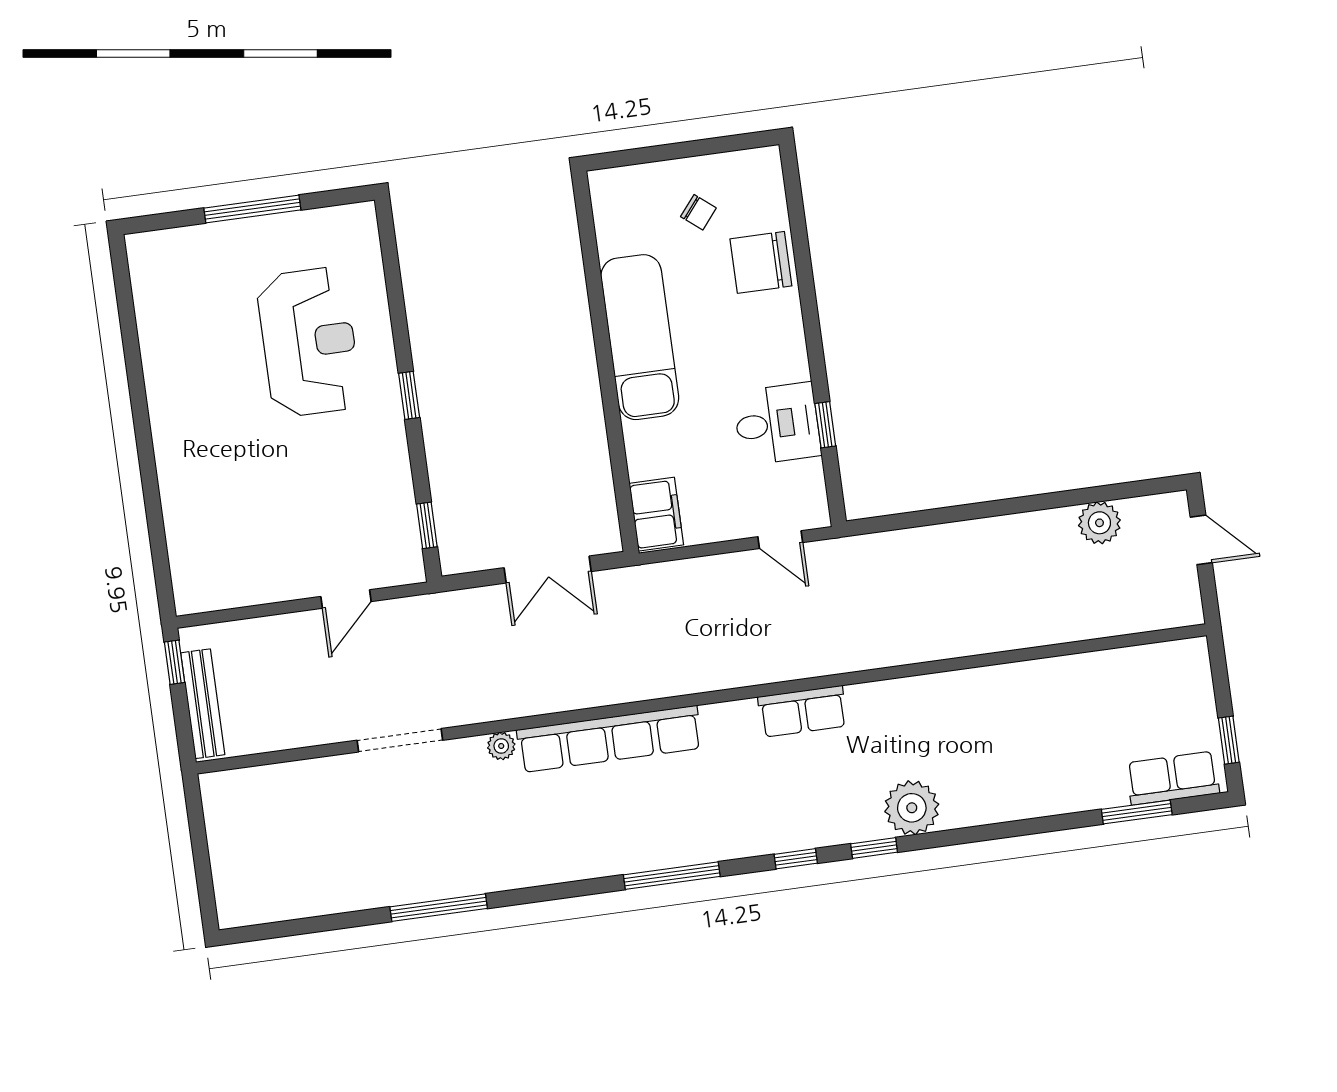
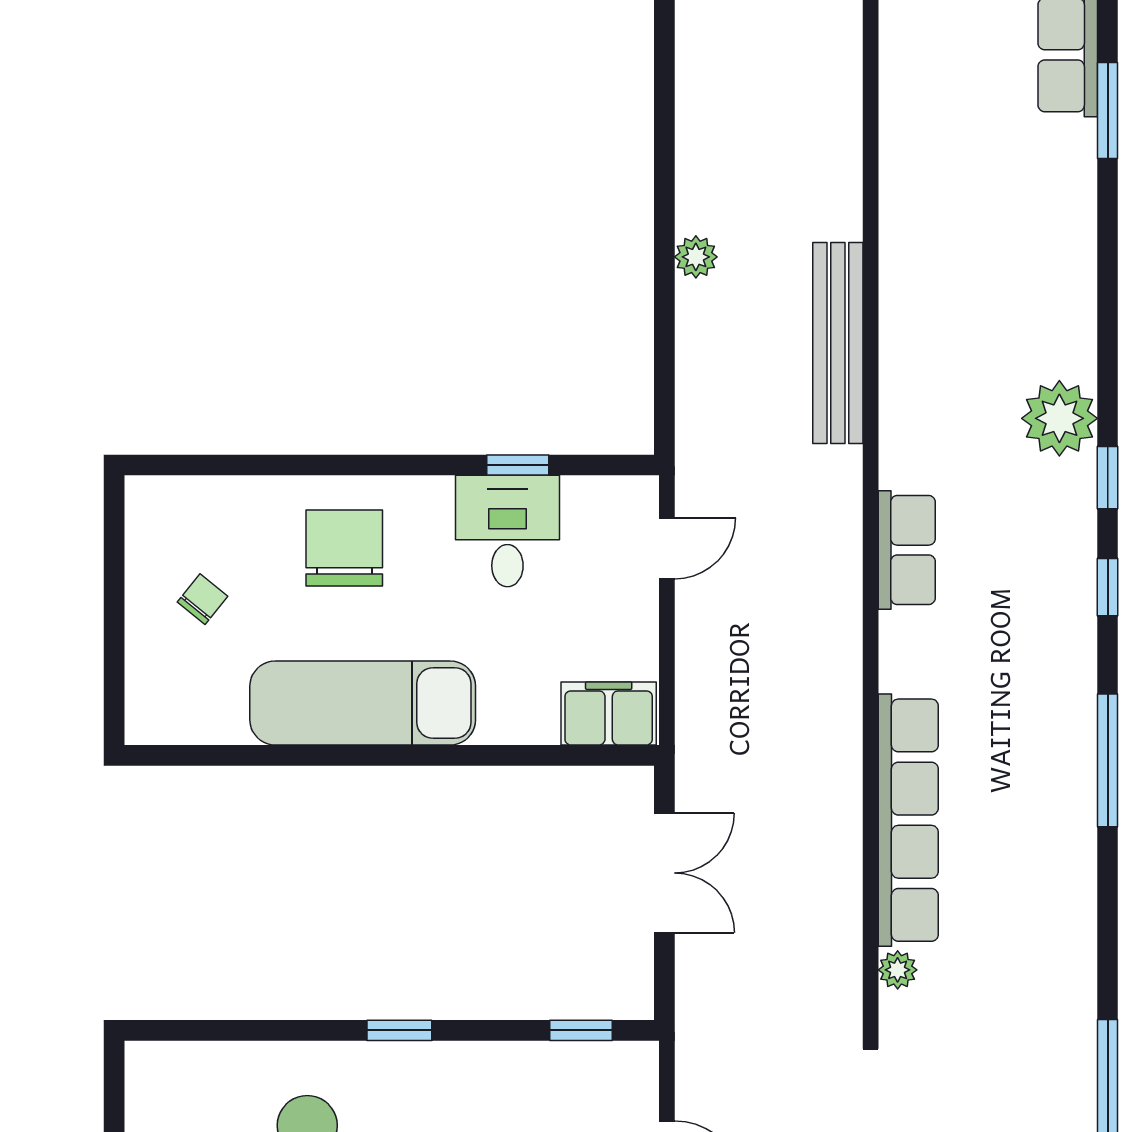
chair: (761, 262) -> (344, 548), moved, turned 180
plant: (1099, 523) -> (696, 257), moved, width x0.73, depth x0.73
bench: (944, 642) -> (838, 343), added

